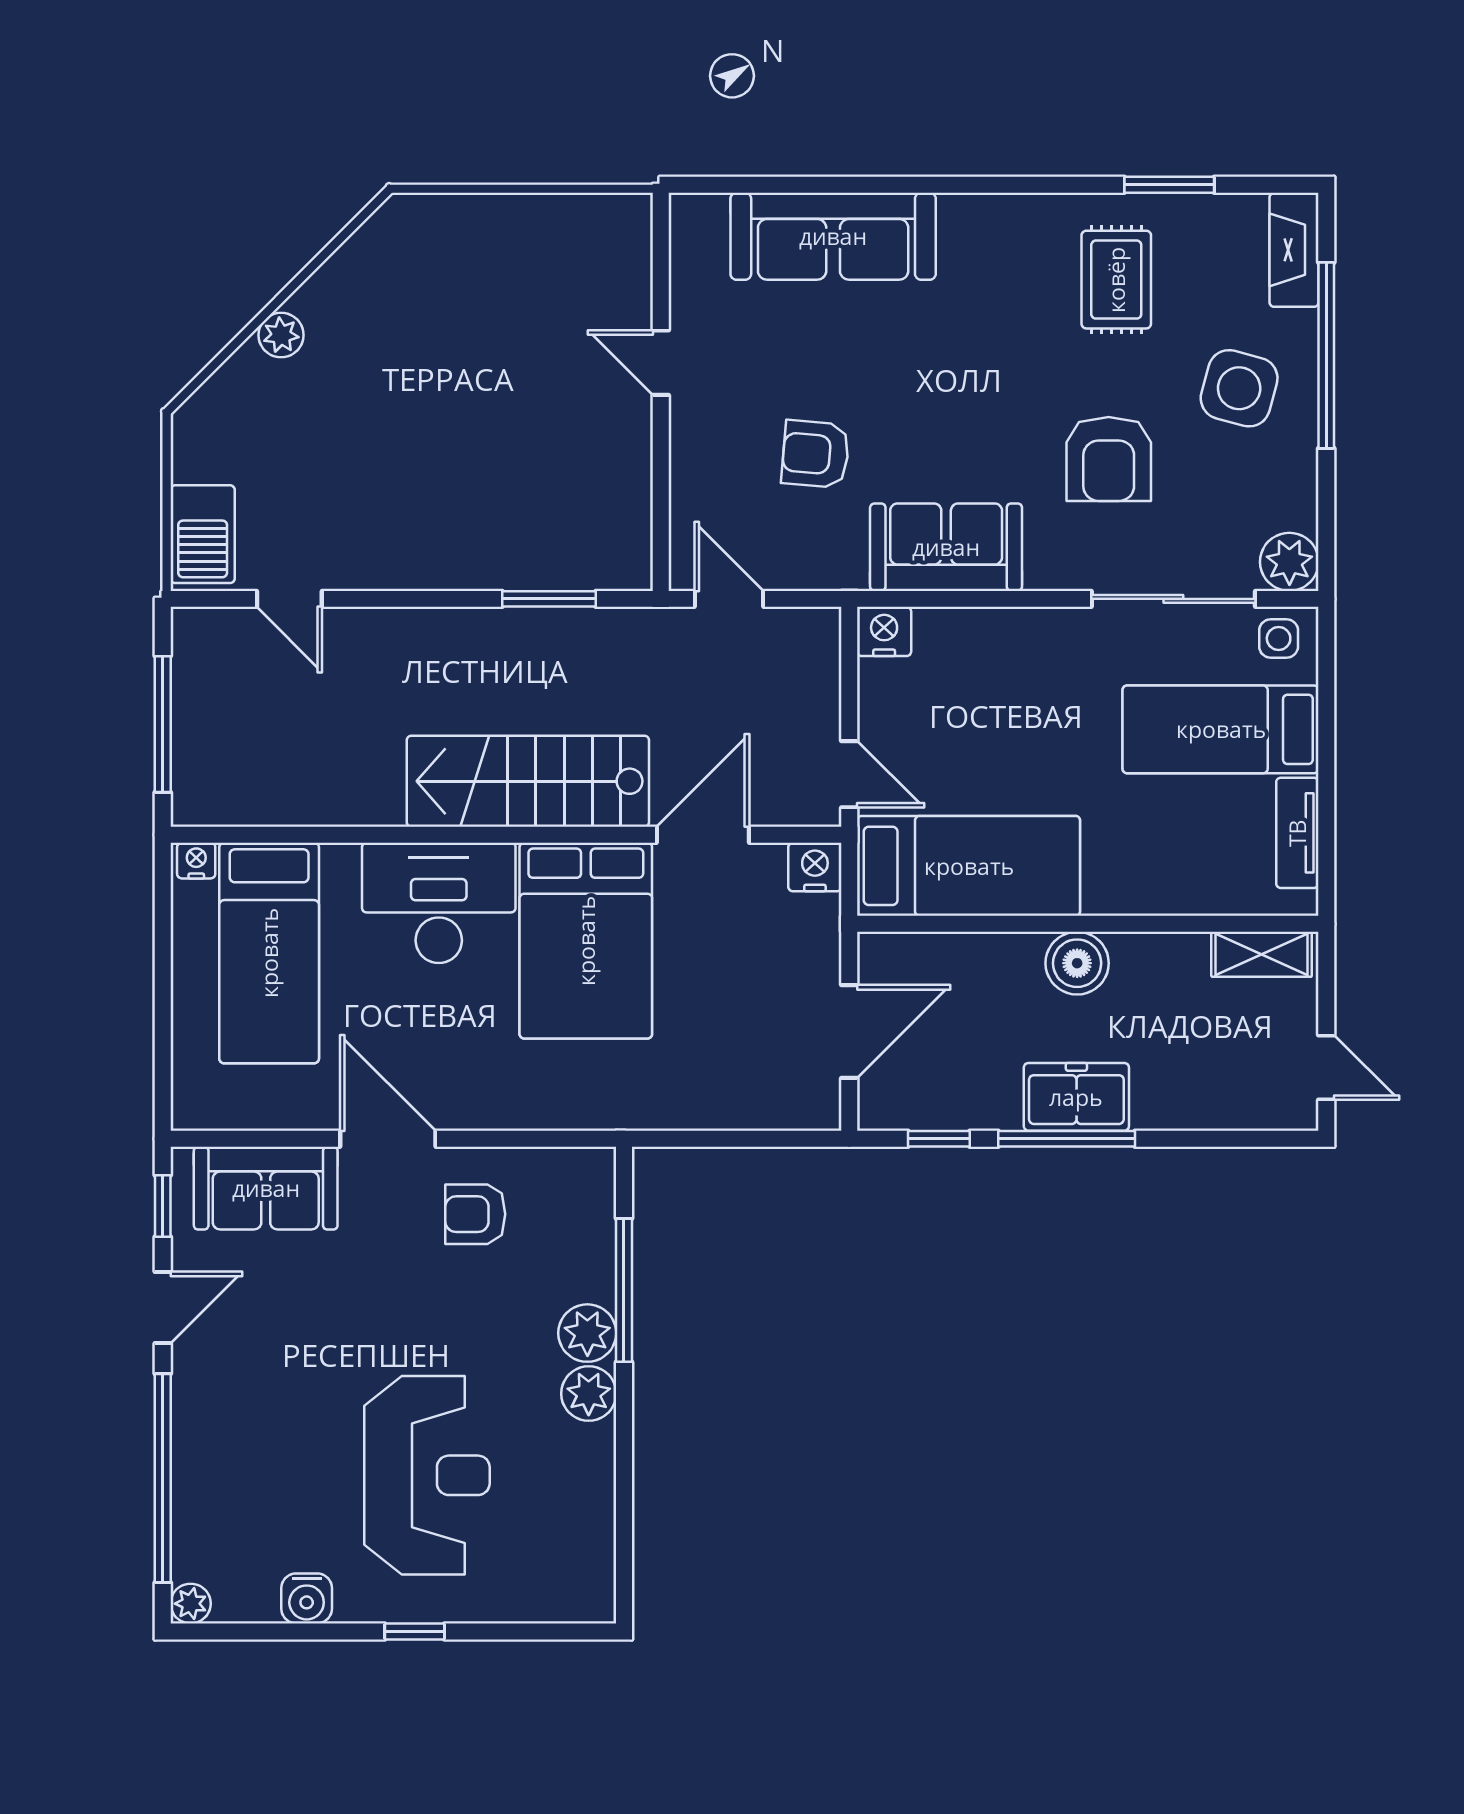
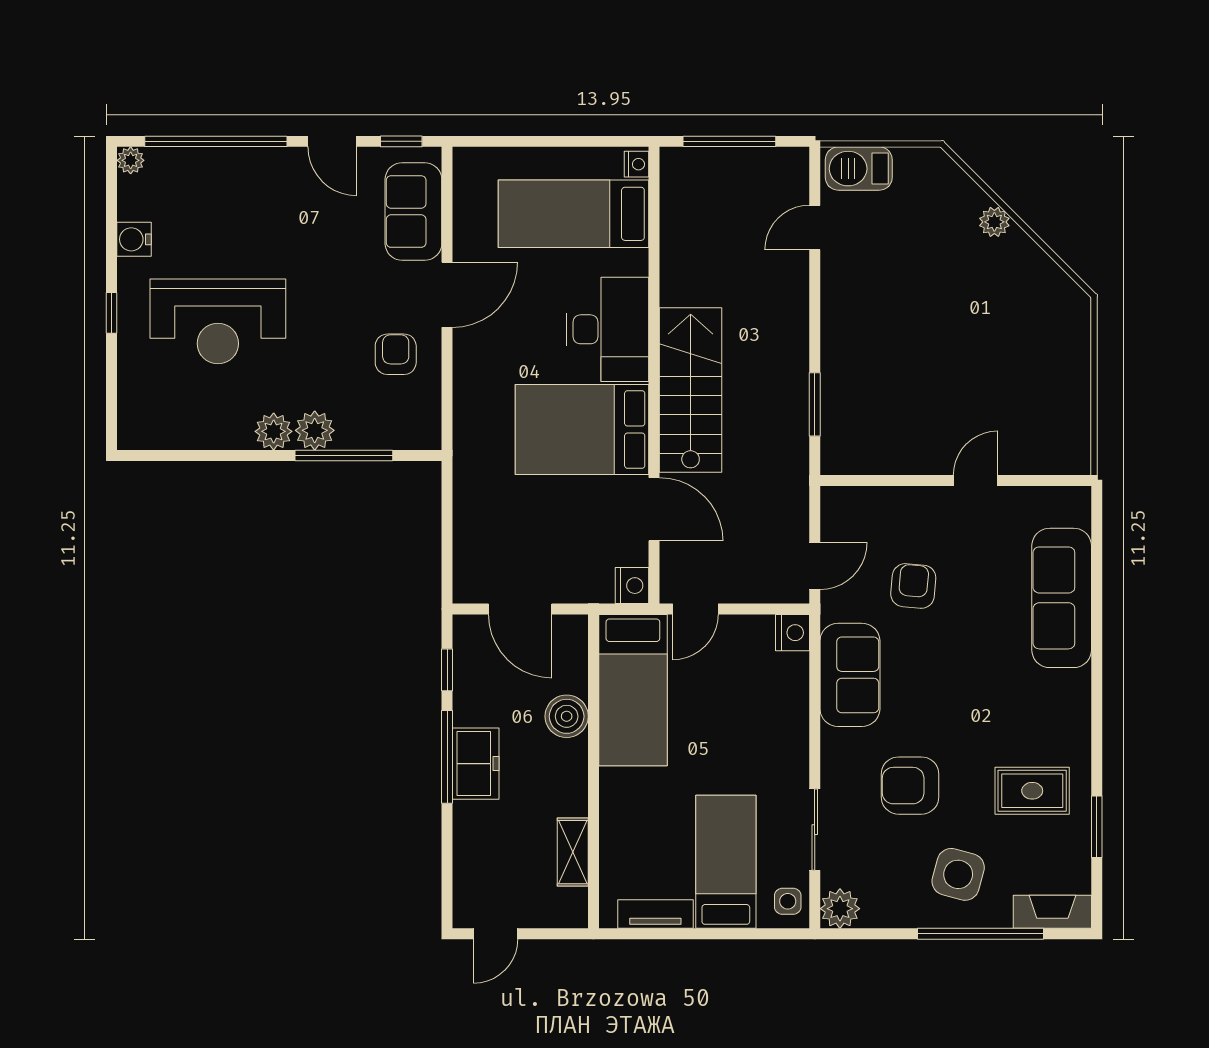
door: (729, 599) -> (815, 566), moved
sliding door: (1173, 599) -> (815, 830), width x0.73
shelving: (1262, 954) -> (573, 852), moved
boiler: (1077, 963) -> (567, 716), moved

